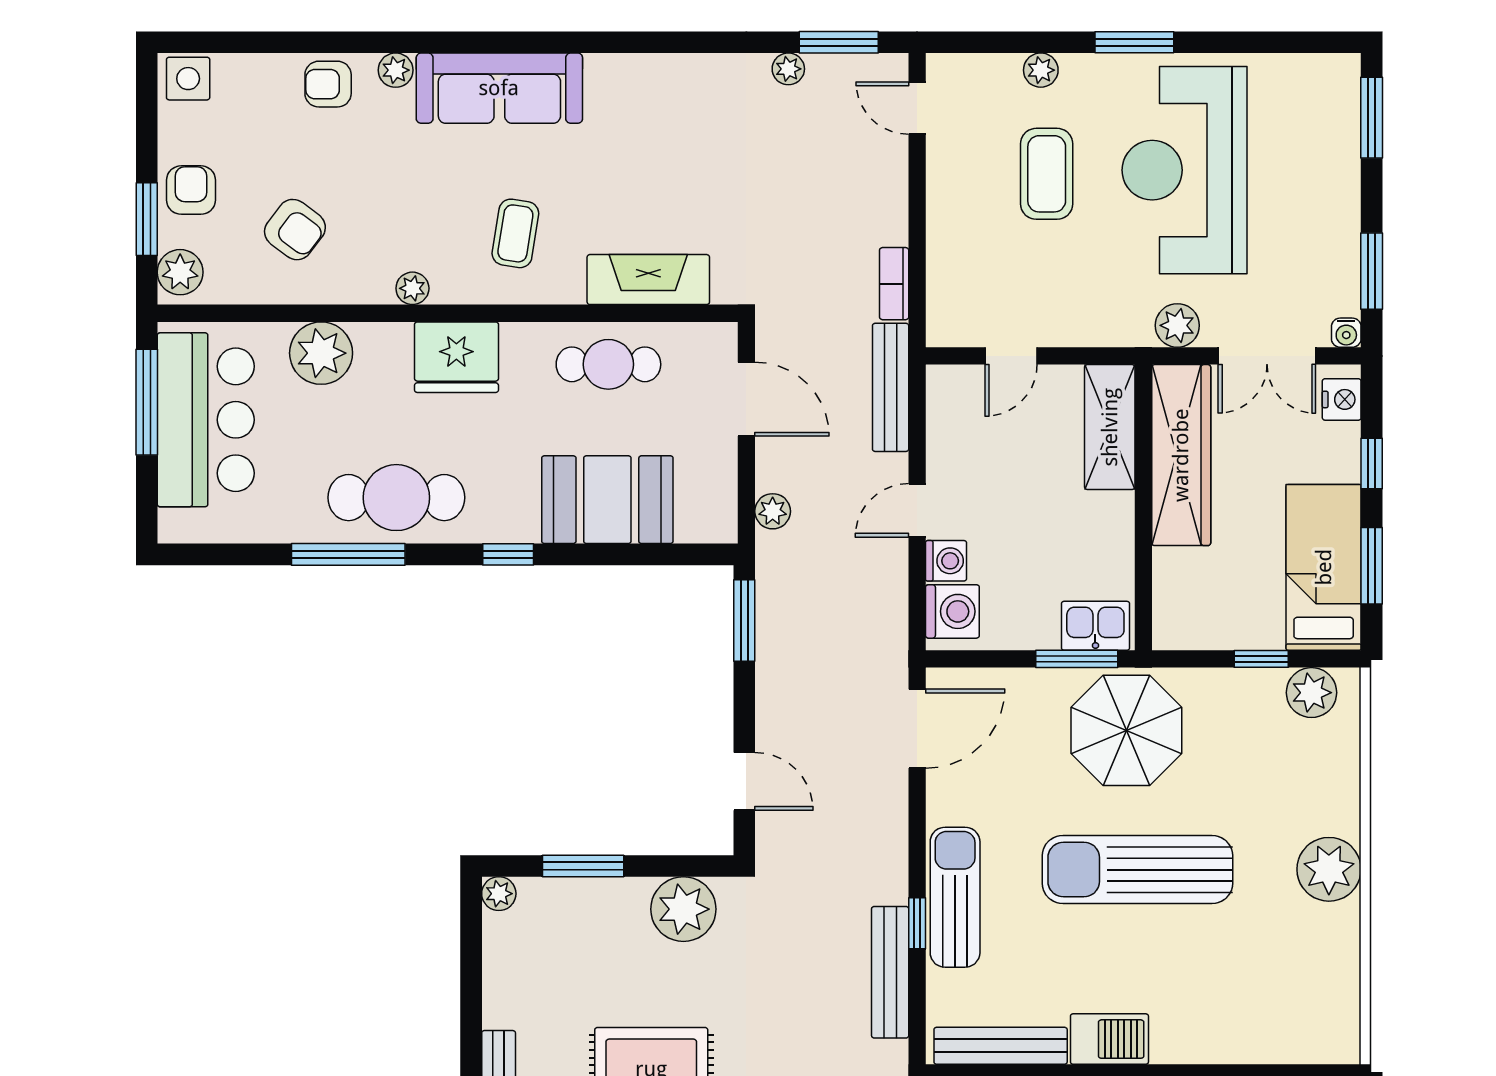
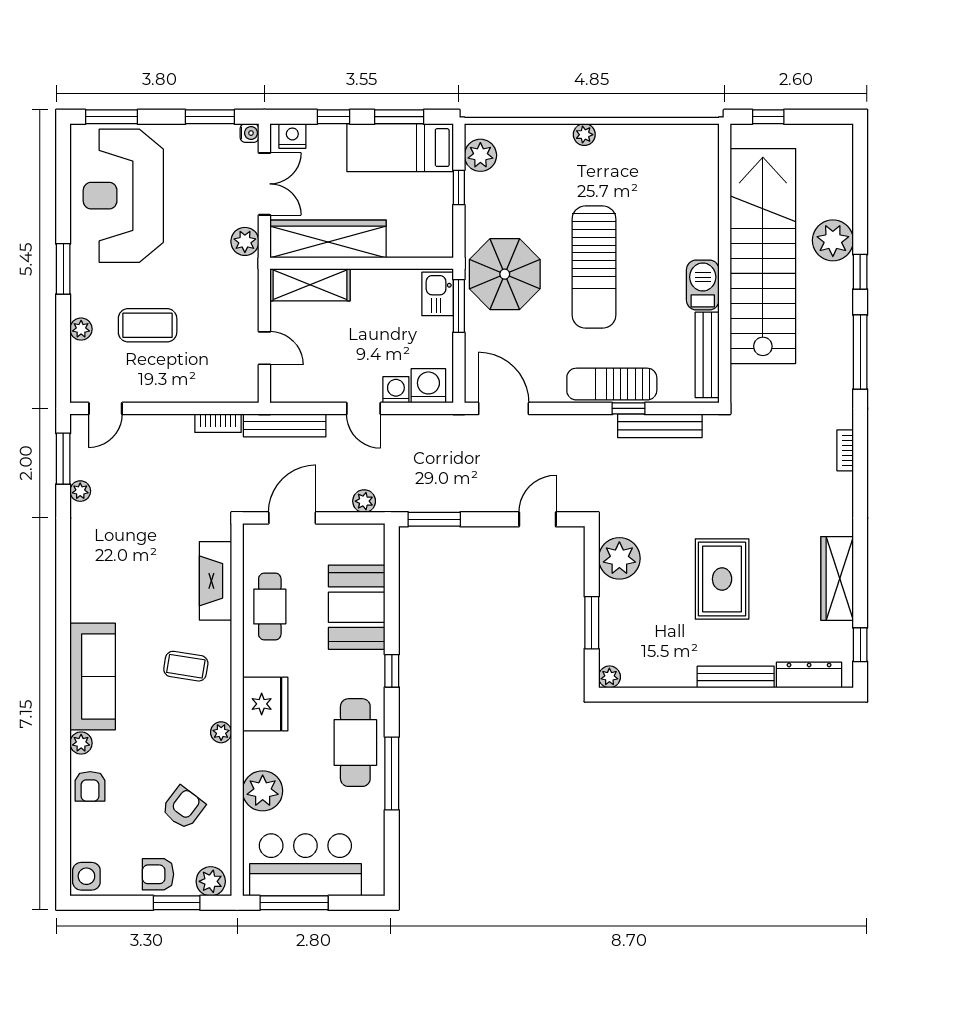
reception desk: (1185, 170) -> (123, 196), moved, turned 90
plant: (1329, 869) -> (584, 135), width x0.53, depth x0.53

